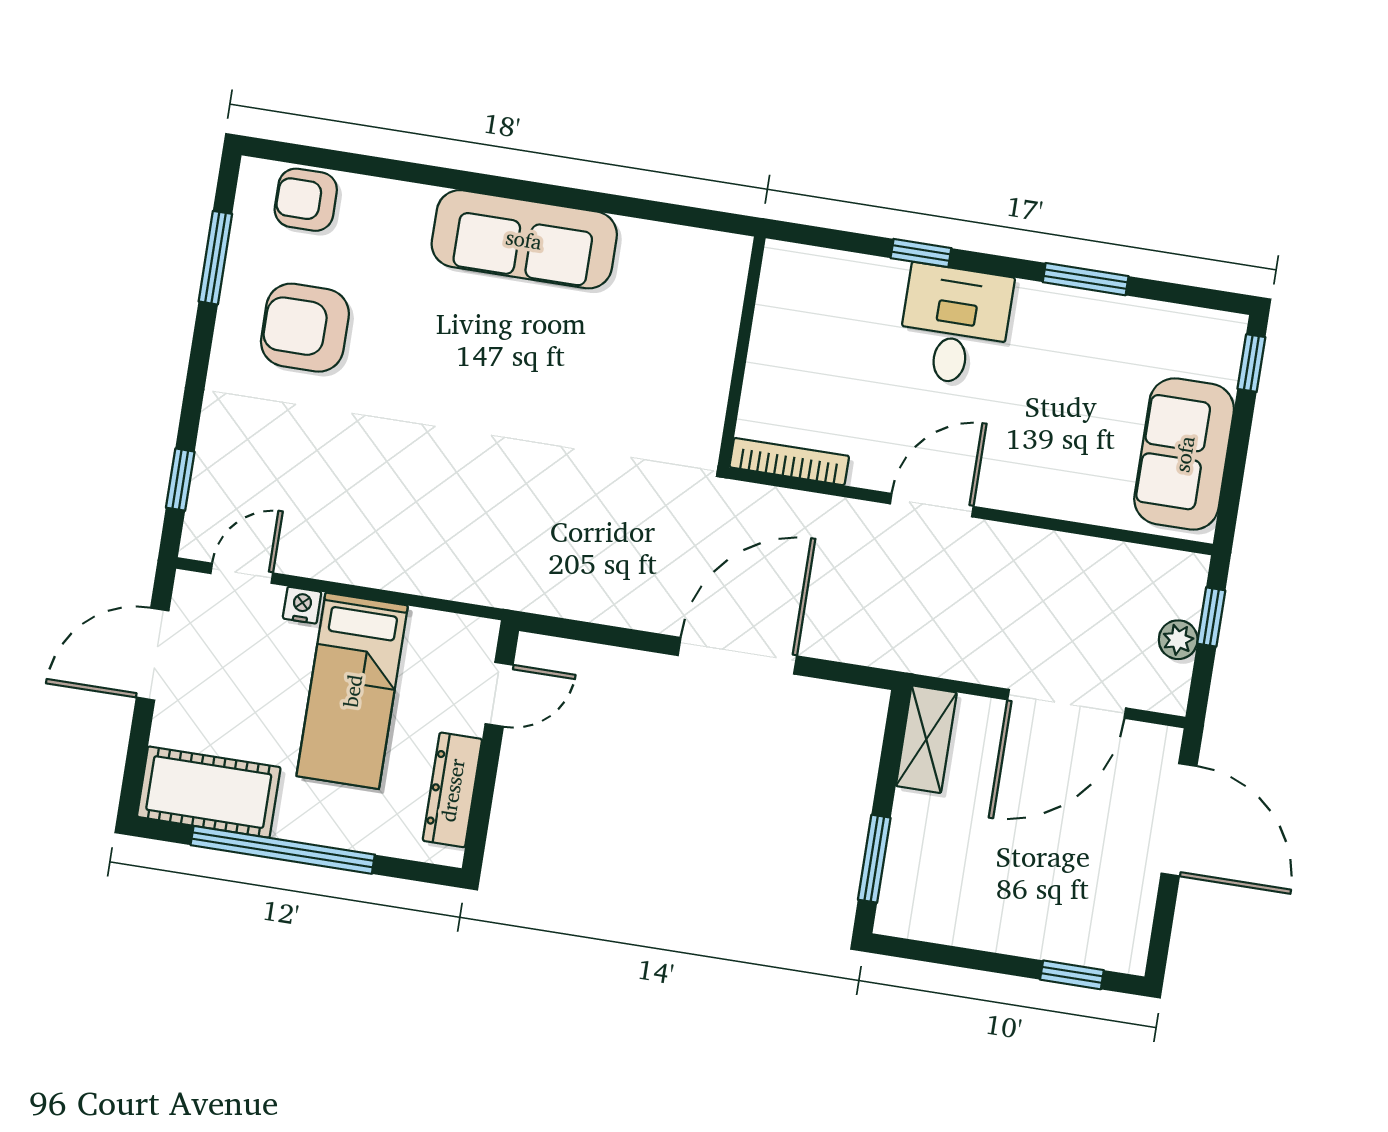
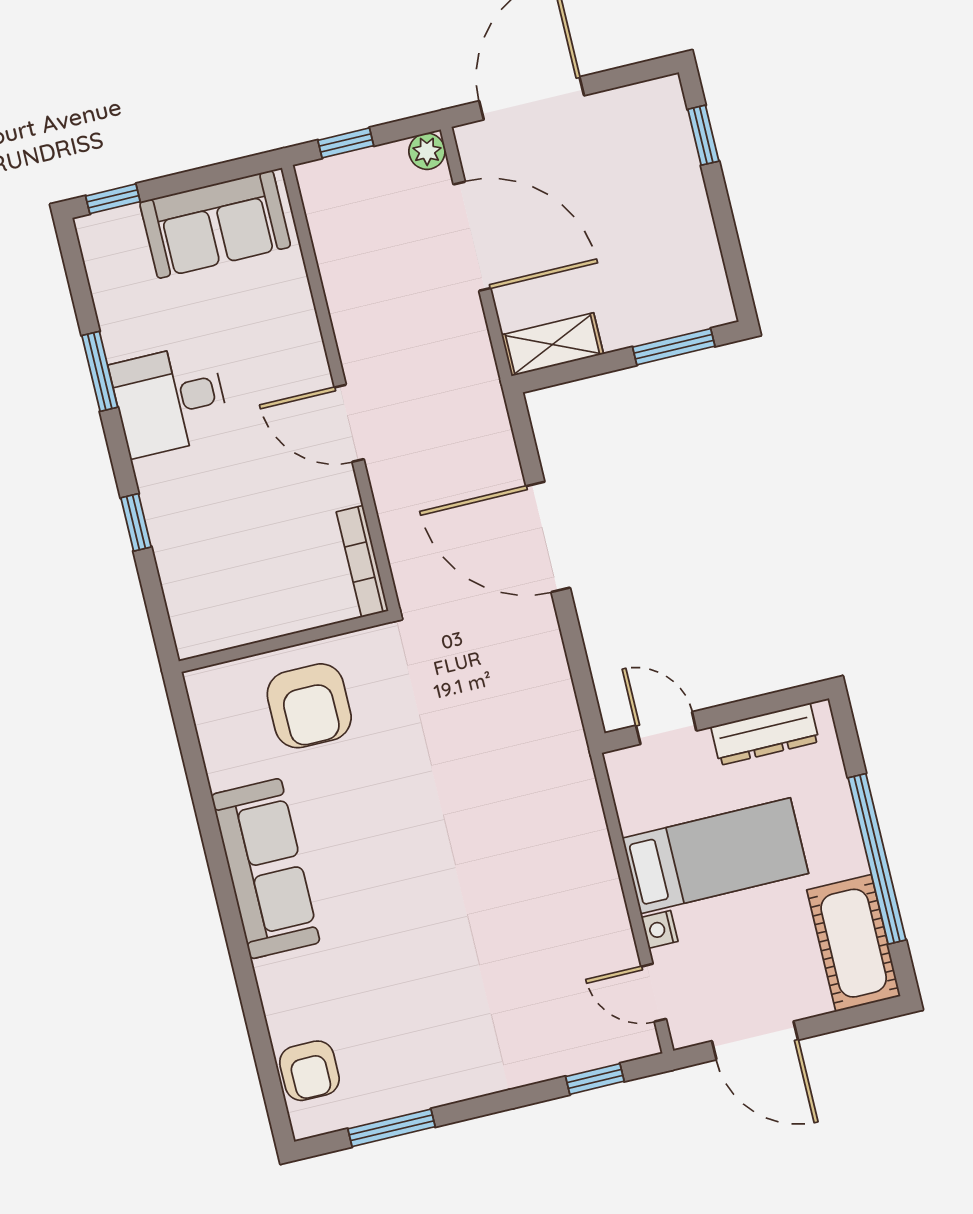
desk: (955, 325) -> (170, 400), moved
armchair: (305, 328) -> (309, 706), moved
plant: (1178, 640) -> (427, 151), moved

